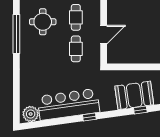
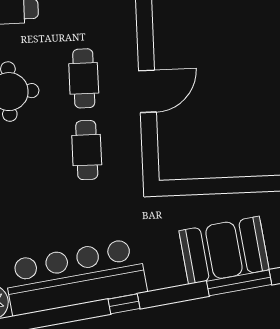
door: (104, 35) -> (147, 91), moved
window: (140, 110) -> (239, 283), width x2.17

